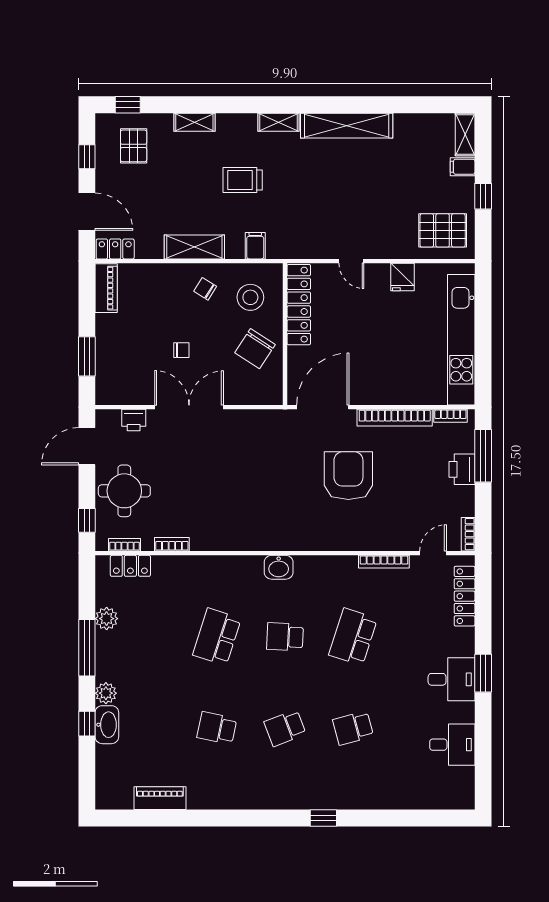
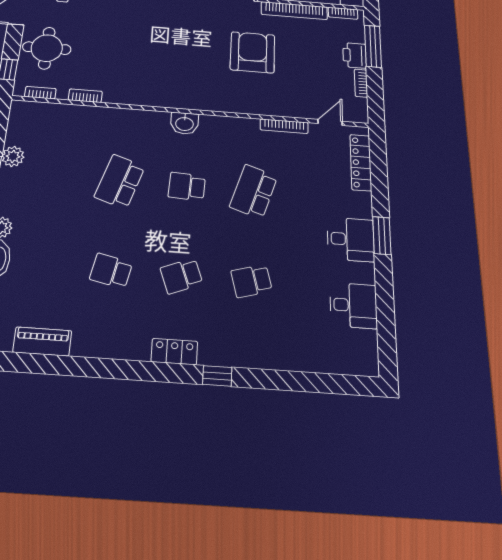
bookcase: (468, 534) -> (361, 83), moved
locker: (130, 566) -> (174, 352), moved, turned 180

